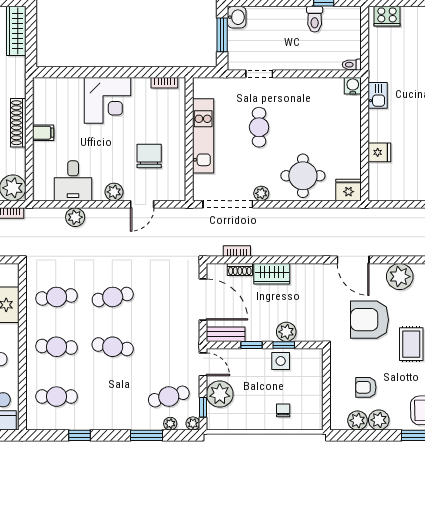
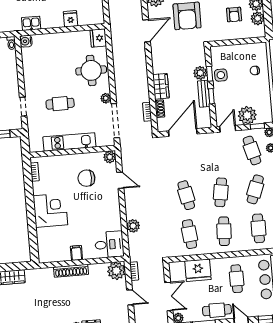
desk: (73, 181) -> (109, 244), moved
plant: (114, 192) -> (110, 157), moved
bench: (226, 334) -> (204, 94), moved
cafe table: (113, 397) -> (255, 189), added

